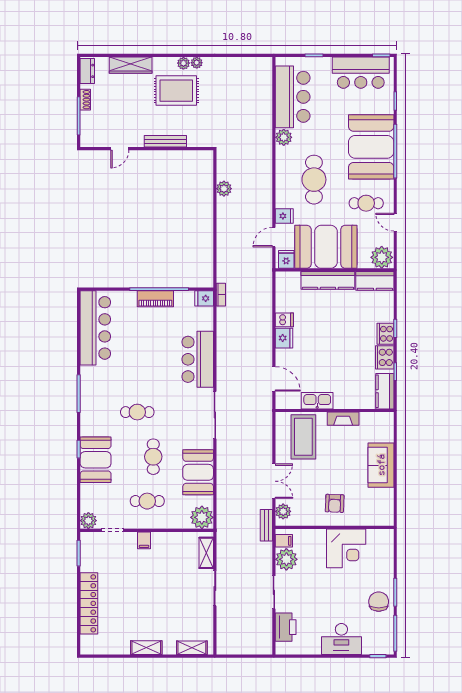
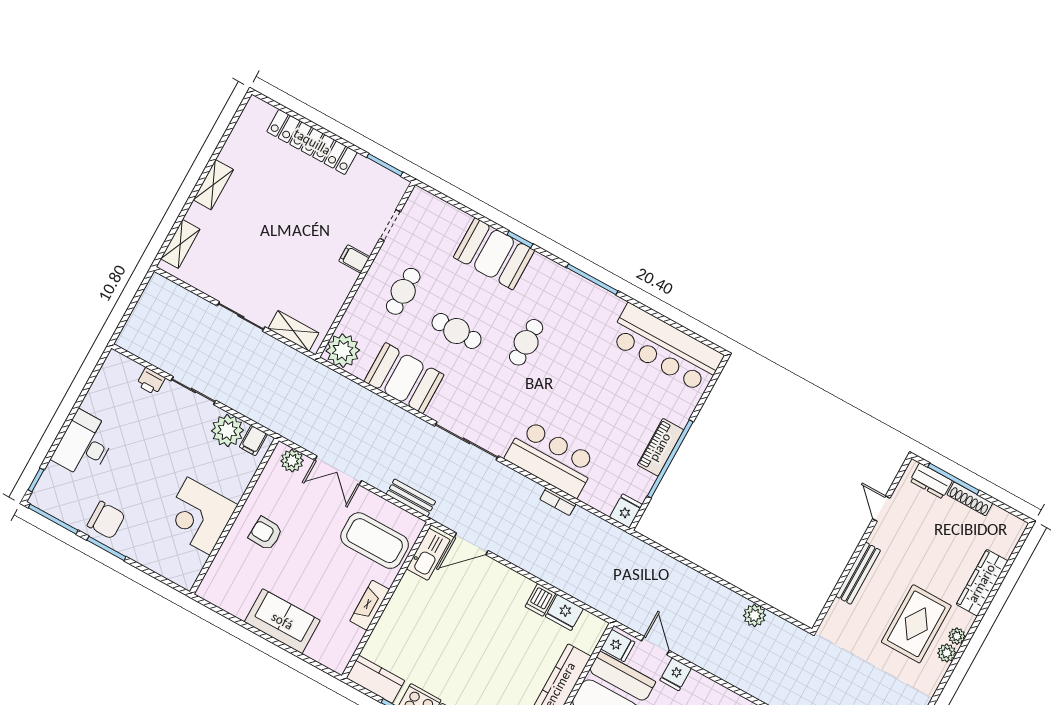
plant: (197, 63) -> (957, 636), moved
dresser: (87, 71) -> (931, 481), moved
shoe rack: (85, 100) -> (970, 499), width x1.43
bookcase: (221, 295) -> (558, 502), moved
fridge: (284, 338) -> (564, 612), moved
kitchen sink: (317, 401) -> (428, 554), moved
plant: (88, 521) -> (420, 201), removed
bench: (266, 525) -> (411, 498), moved
printer: (286, 627) -> (151, 381), width x0.53, depth x0.68

